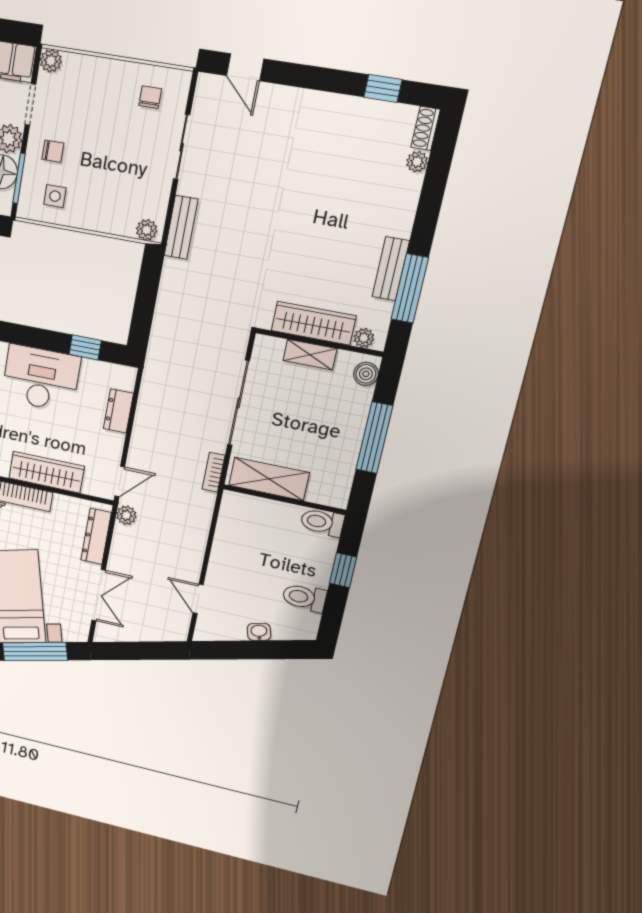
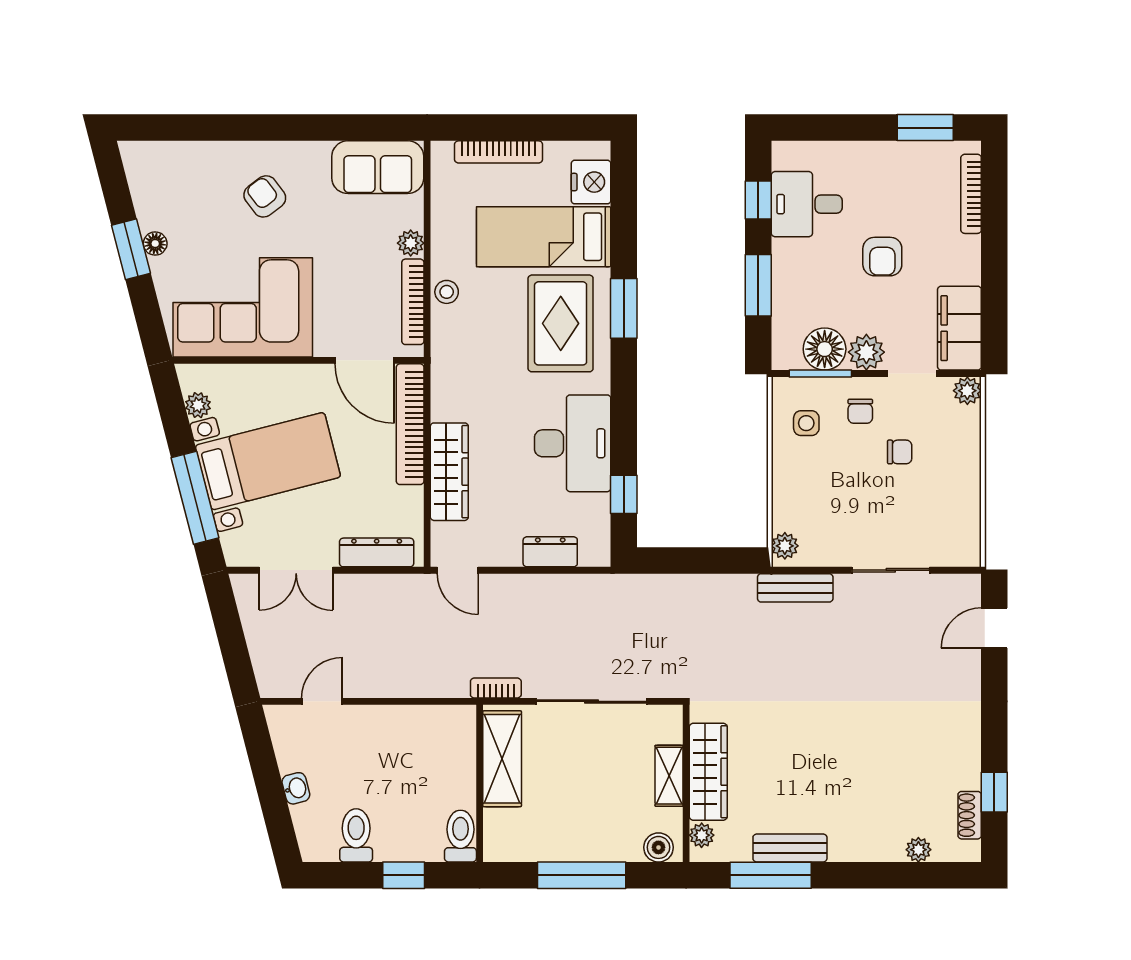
chair: (150, 97) -> (900, 452), moved
shoe rack: (426, 128) -> (970, 815), moved, turned -90
plant: (126, 515) -> (414, 587), removed

